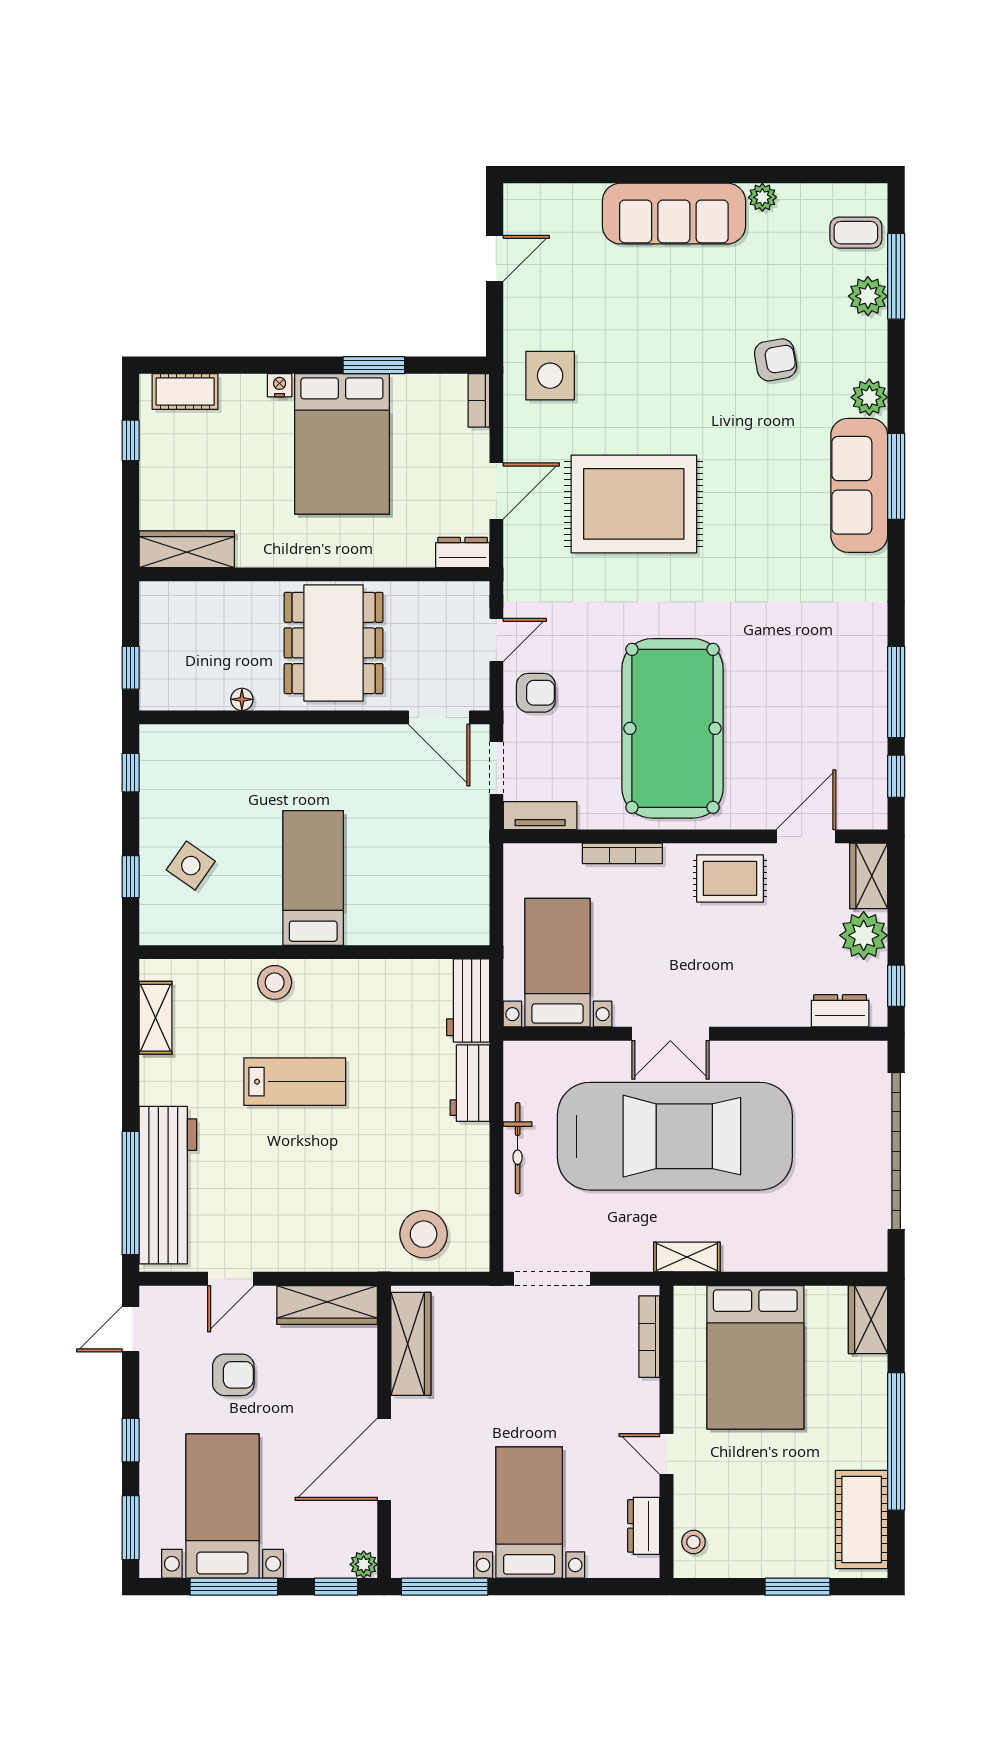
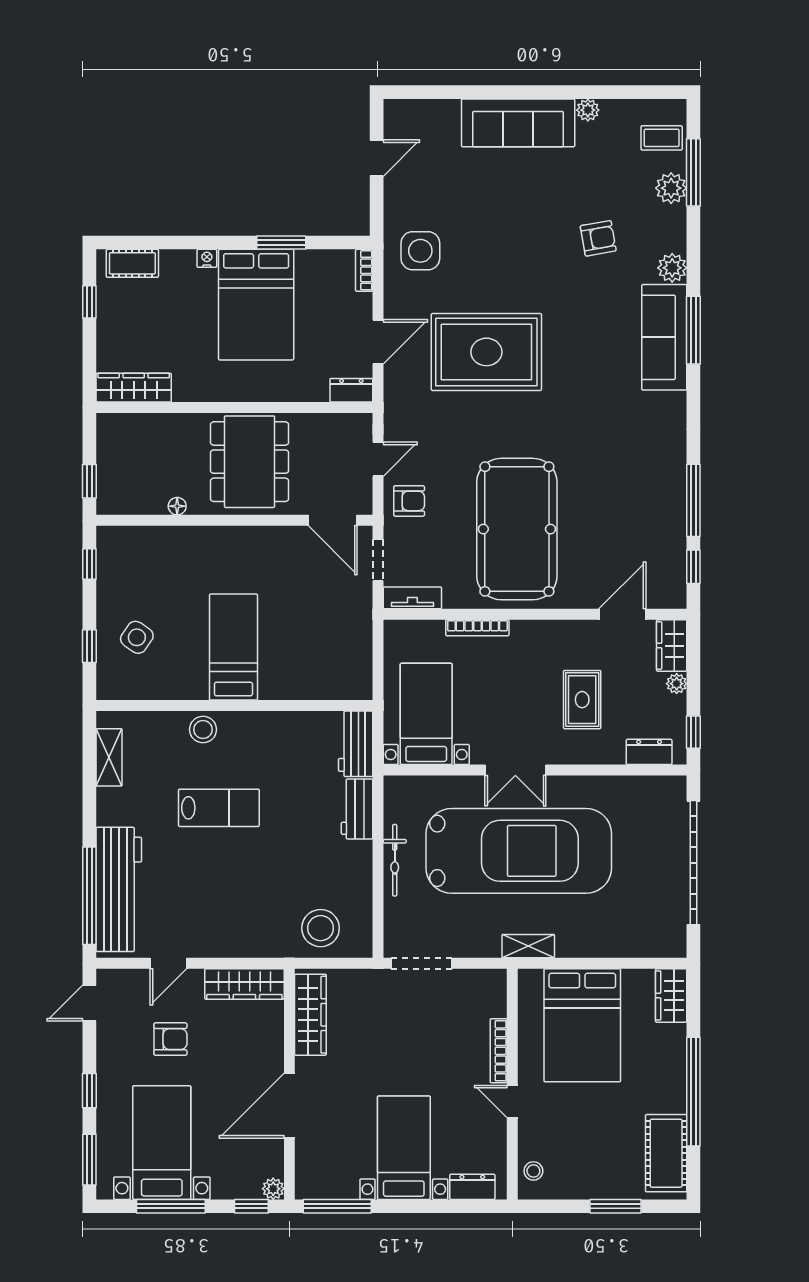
rug: (730, 878) -> (582, 700), moved, turned 90
plant: (864, 935) -> (677, 684), width x0.53, depth x0.53
bookcase: (649, 1337) -> (499, 1051), moved
dresser: (644, 1526) -> (472, 1187), moved, turned 90

